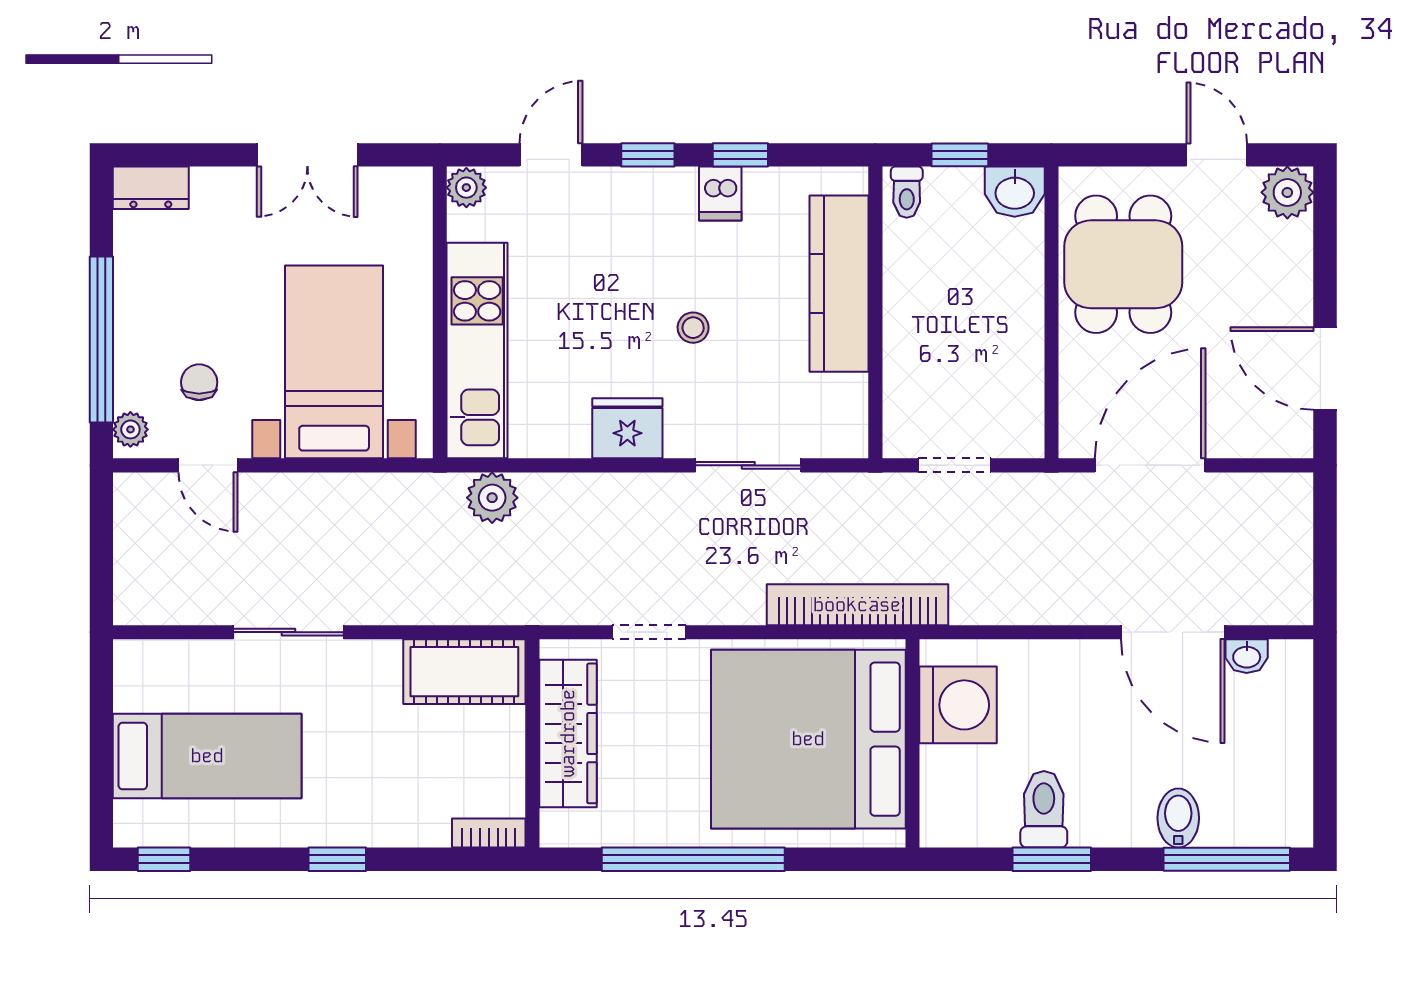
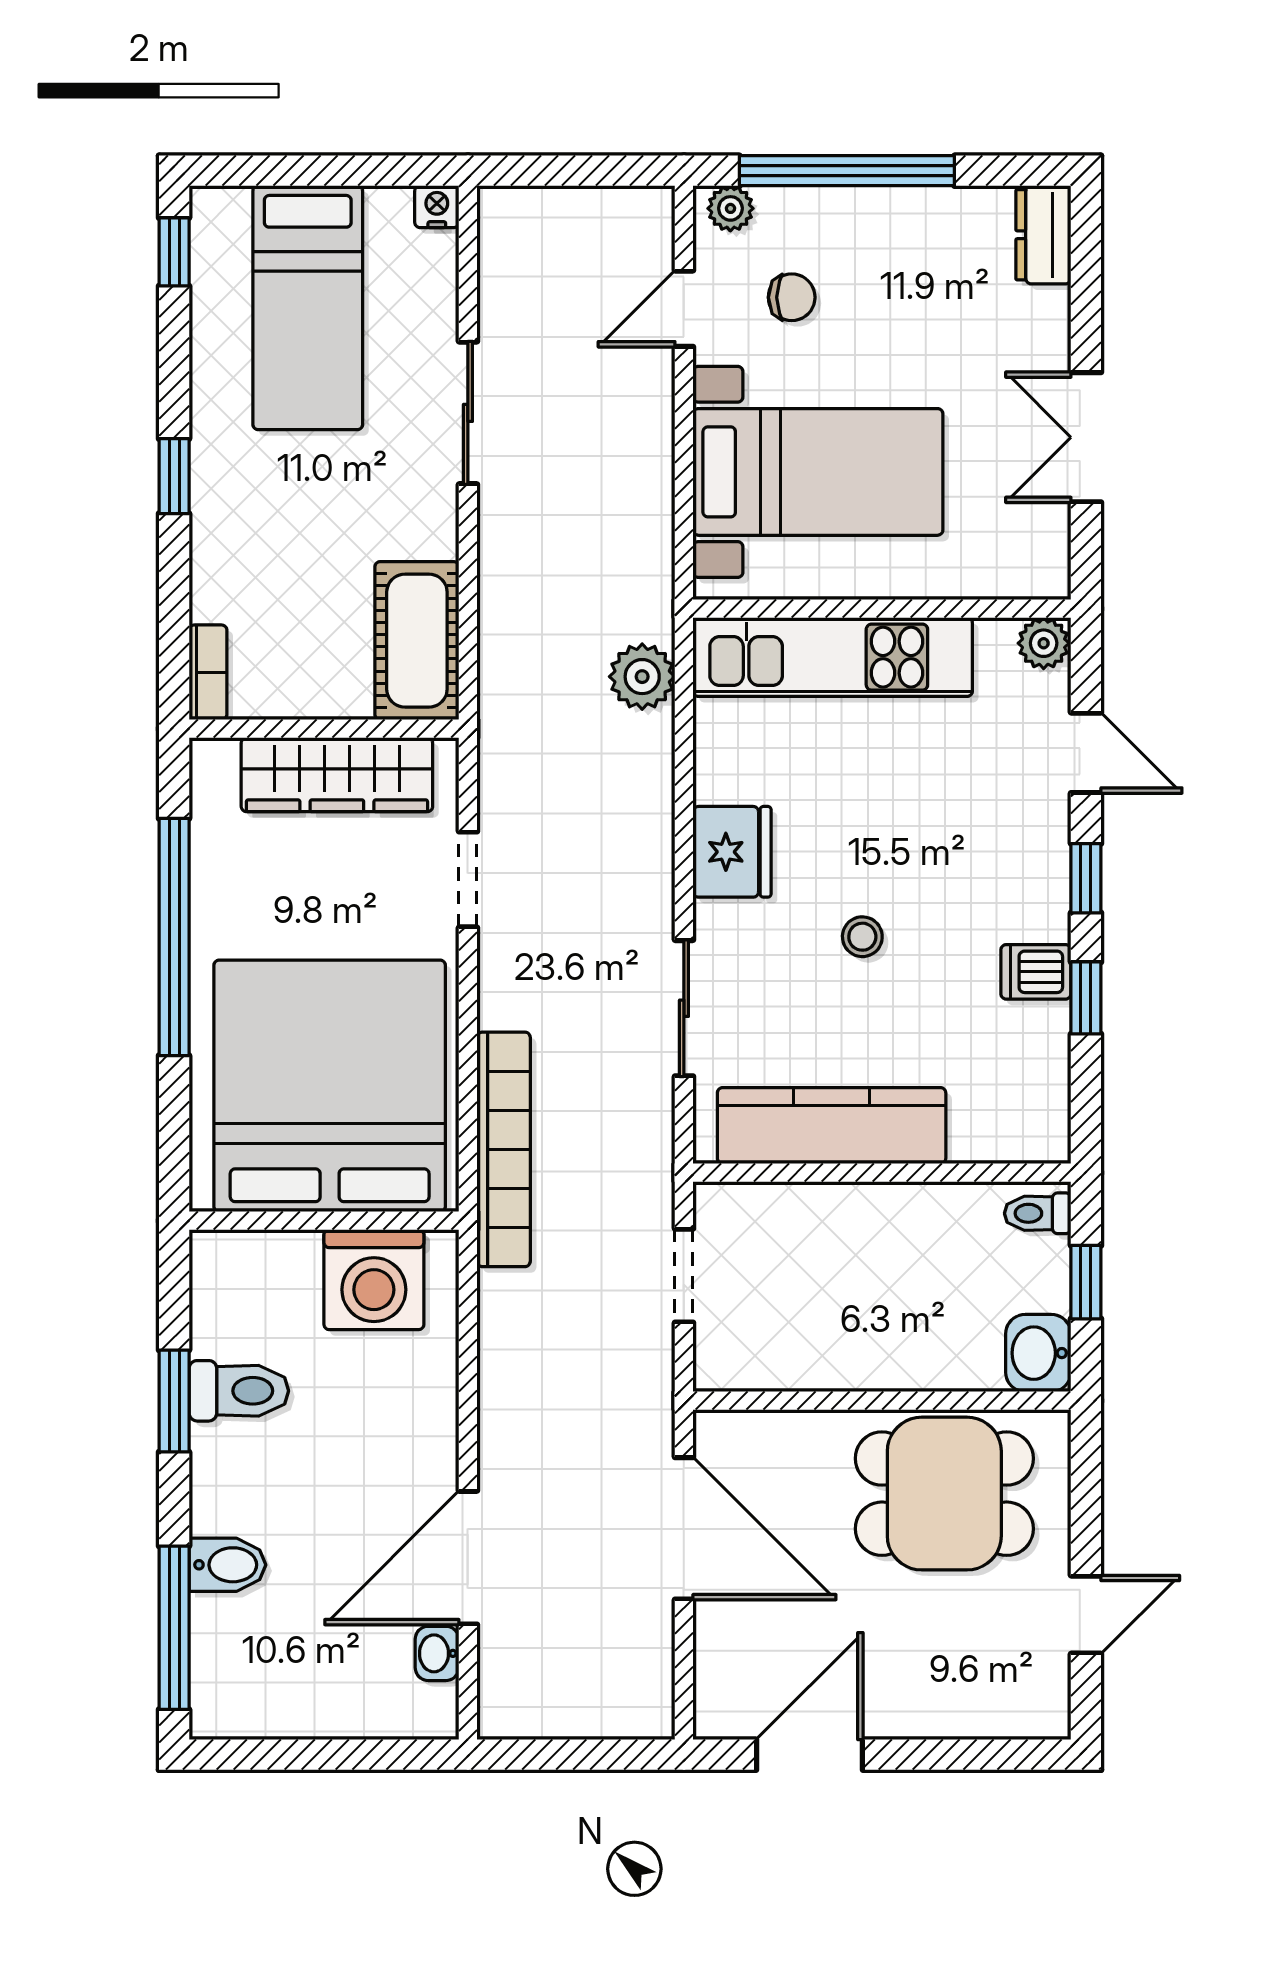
plant: (1287, 192) -> (1037, 1706), removed
kitchen counter: (839, 284) -> (832, 1126), moved
nightstand: (129, 656) -> (437, 207), added

